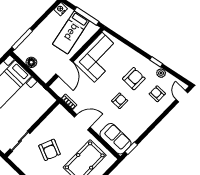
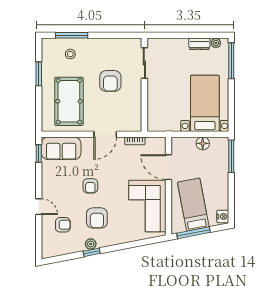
plant: (161, 73) -> (91, 244), moved
door: (182, 96) -> (39, 207), moved
armchair: (50, 150) -> (110, 81), turned -113

